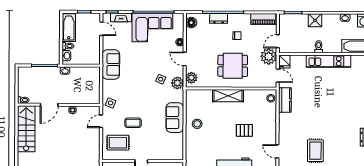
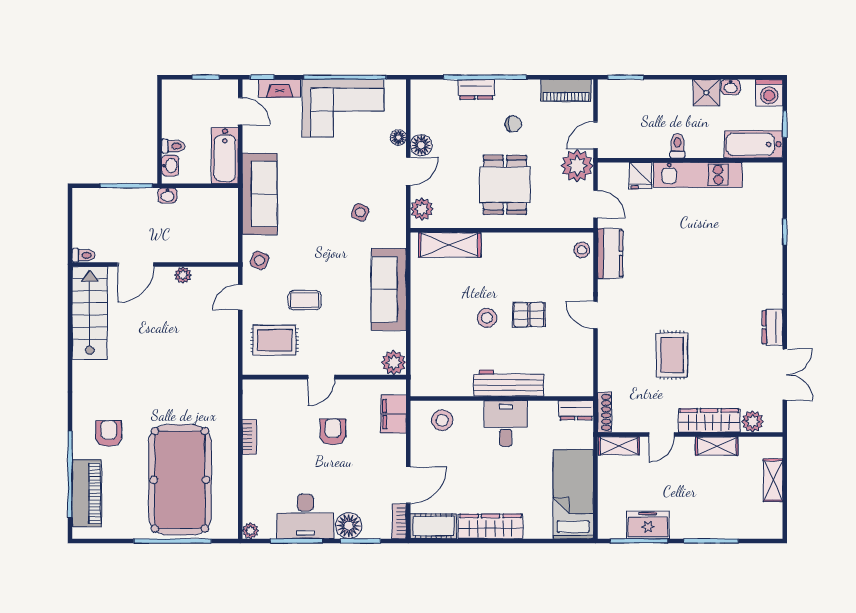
shower: (315, 20) -> (706, 93), moved
floor lamp: (191, 23) -> (421, 145), moved
bathtub: (69, 28) -> (225, 155), moved, turned 180
door: (185, 59) -> (408, 171), swing flipped
fridge: (284, 61) -> (640, 176), moved
sofa: (111, 64) -> (260, 194), width x1.36
dining table: (233, 66) -> (505, 185), turned 90
plant: (177, 83) -> (394, 363), moved
shelving: (228, 96) -> (450, 245), moved
sofa: (175, 118) -> (389, 289), width x1.36
stool: (197, 124) -> (487, 318), moved
door: (277, 151) -> (595, 315), moved

